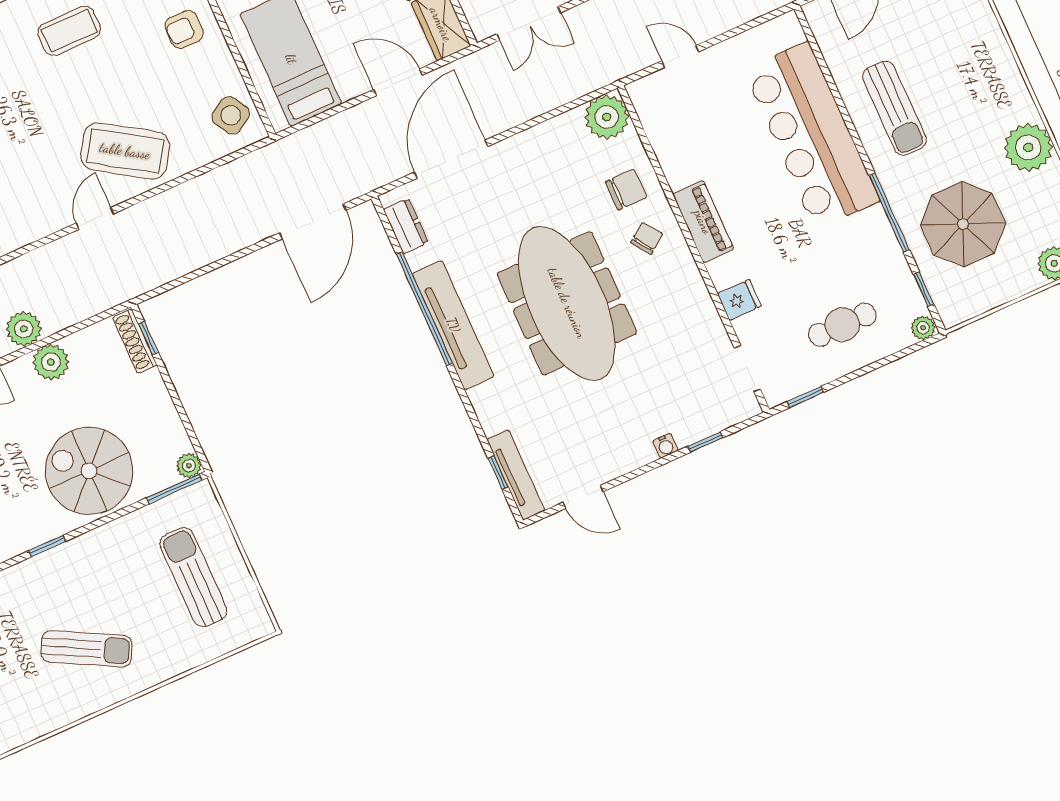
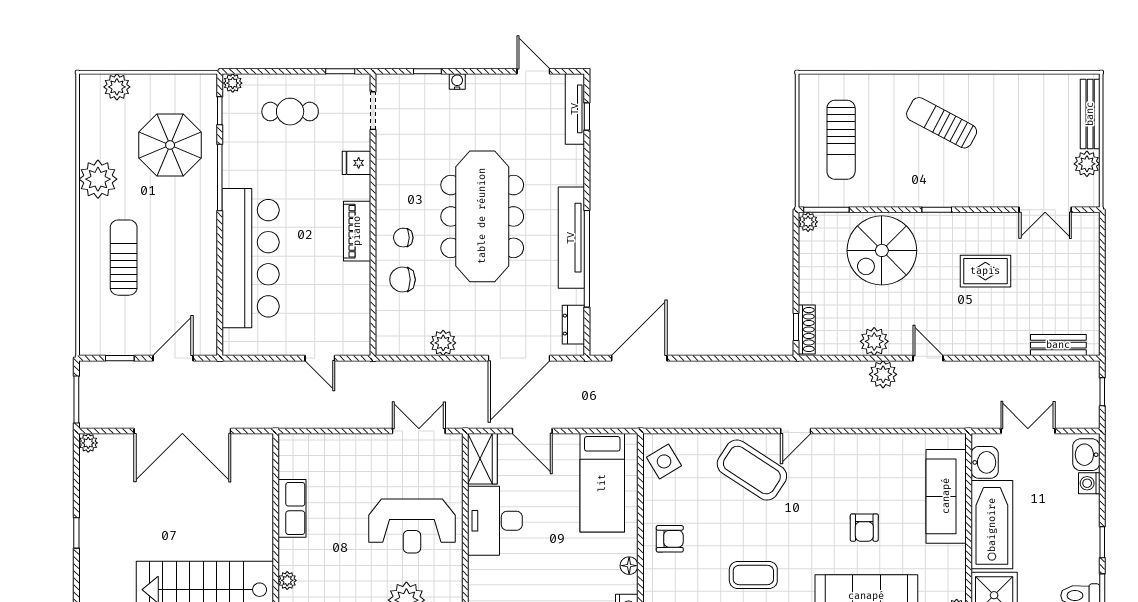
sun lounger: (894, 108) -> (124, 258), moved
plant: (607, 117) -> (443, 343), moved, width x0.73, depth x0.73
chair: (647, 238) -> (403, 238), turned 36
spiral stairs: (89, 471) -> (882, 250), turned 90

